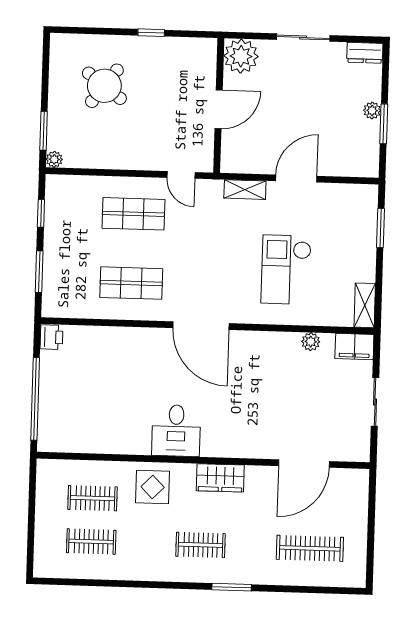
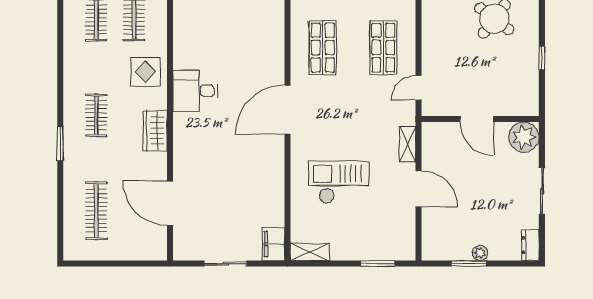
plant: (311, 342) -> (277, 206), removed

